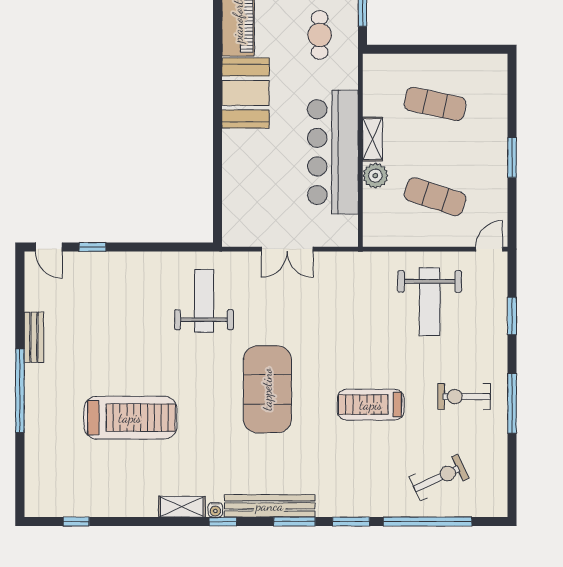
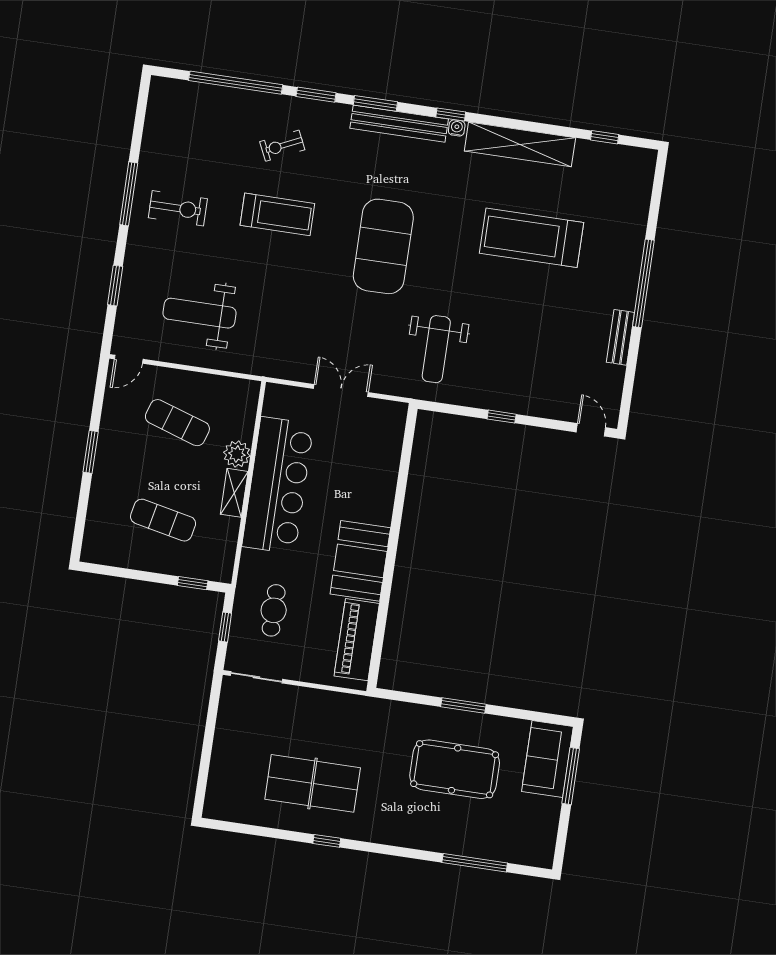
window: (399, 49) -> (193, 583), added
window: (92, 247) -> (502, 417), moved
weight bench: (430, 302) -> (199, 313), turned -90
exercise bike: (439, 478) -> (282, 146), moved, width x0.73, depth x0.72
shelving: (182, 507) -> (520, 144), width x2.20, depth x1.33

